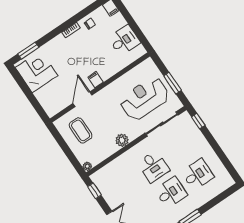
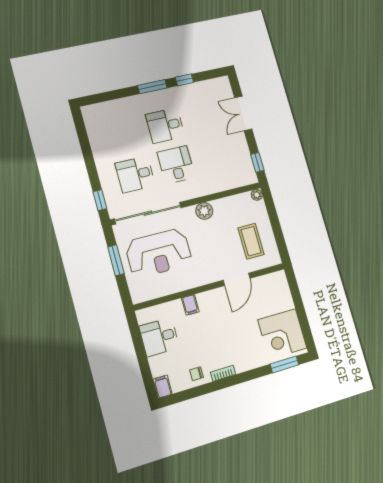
filing cabinet: (95, 80) -> (190, 305), moved
sliding door: (162, 124) -> (148, 213), width x1.36
desk: (198, 175) -> (135, 174), moved

